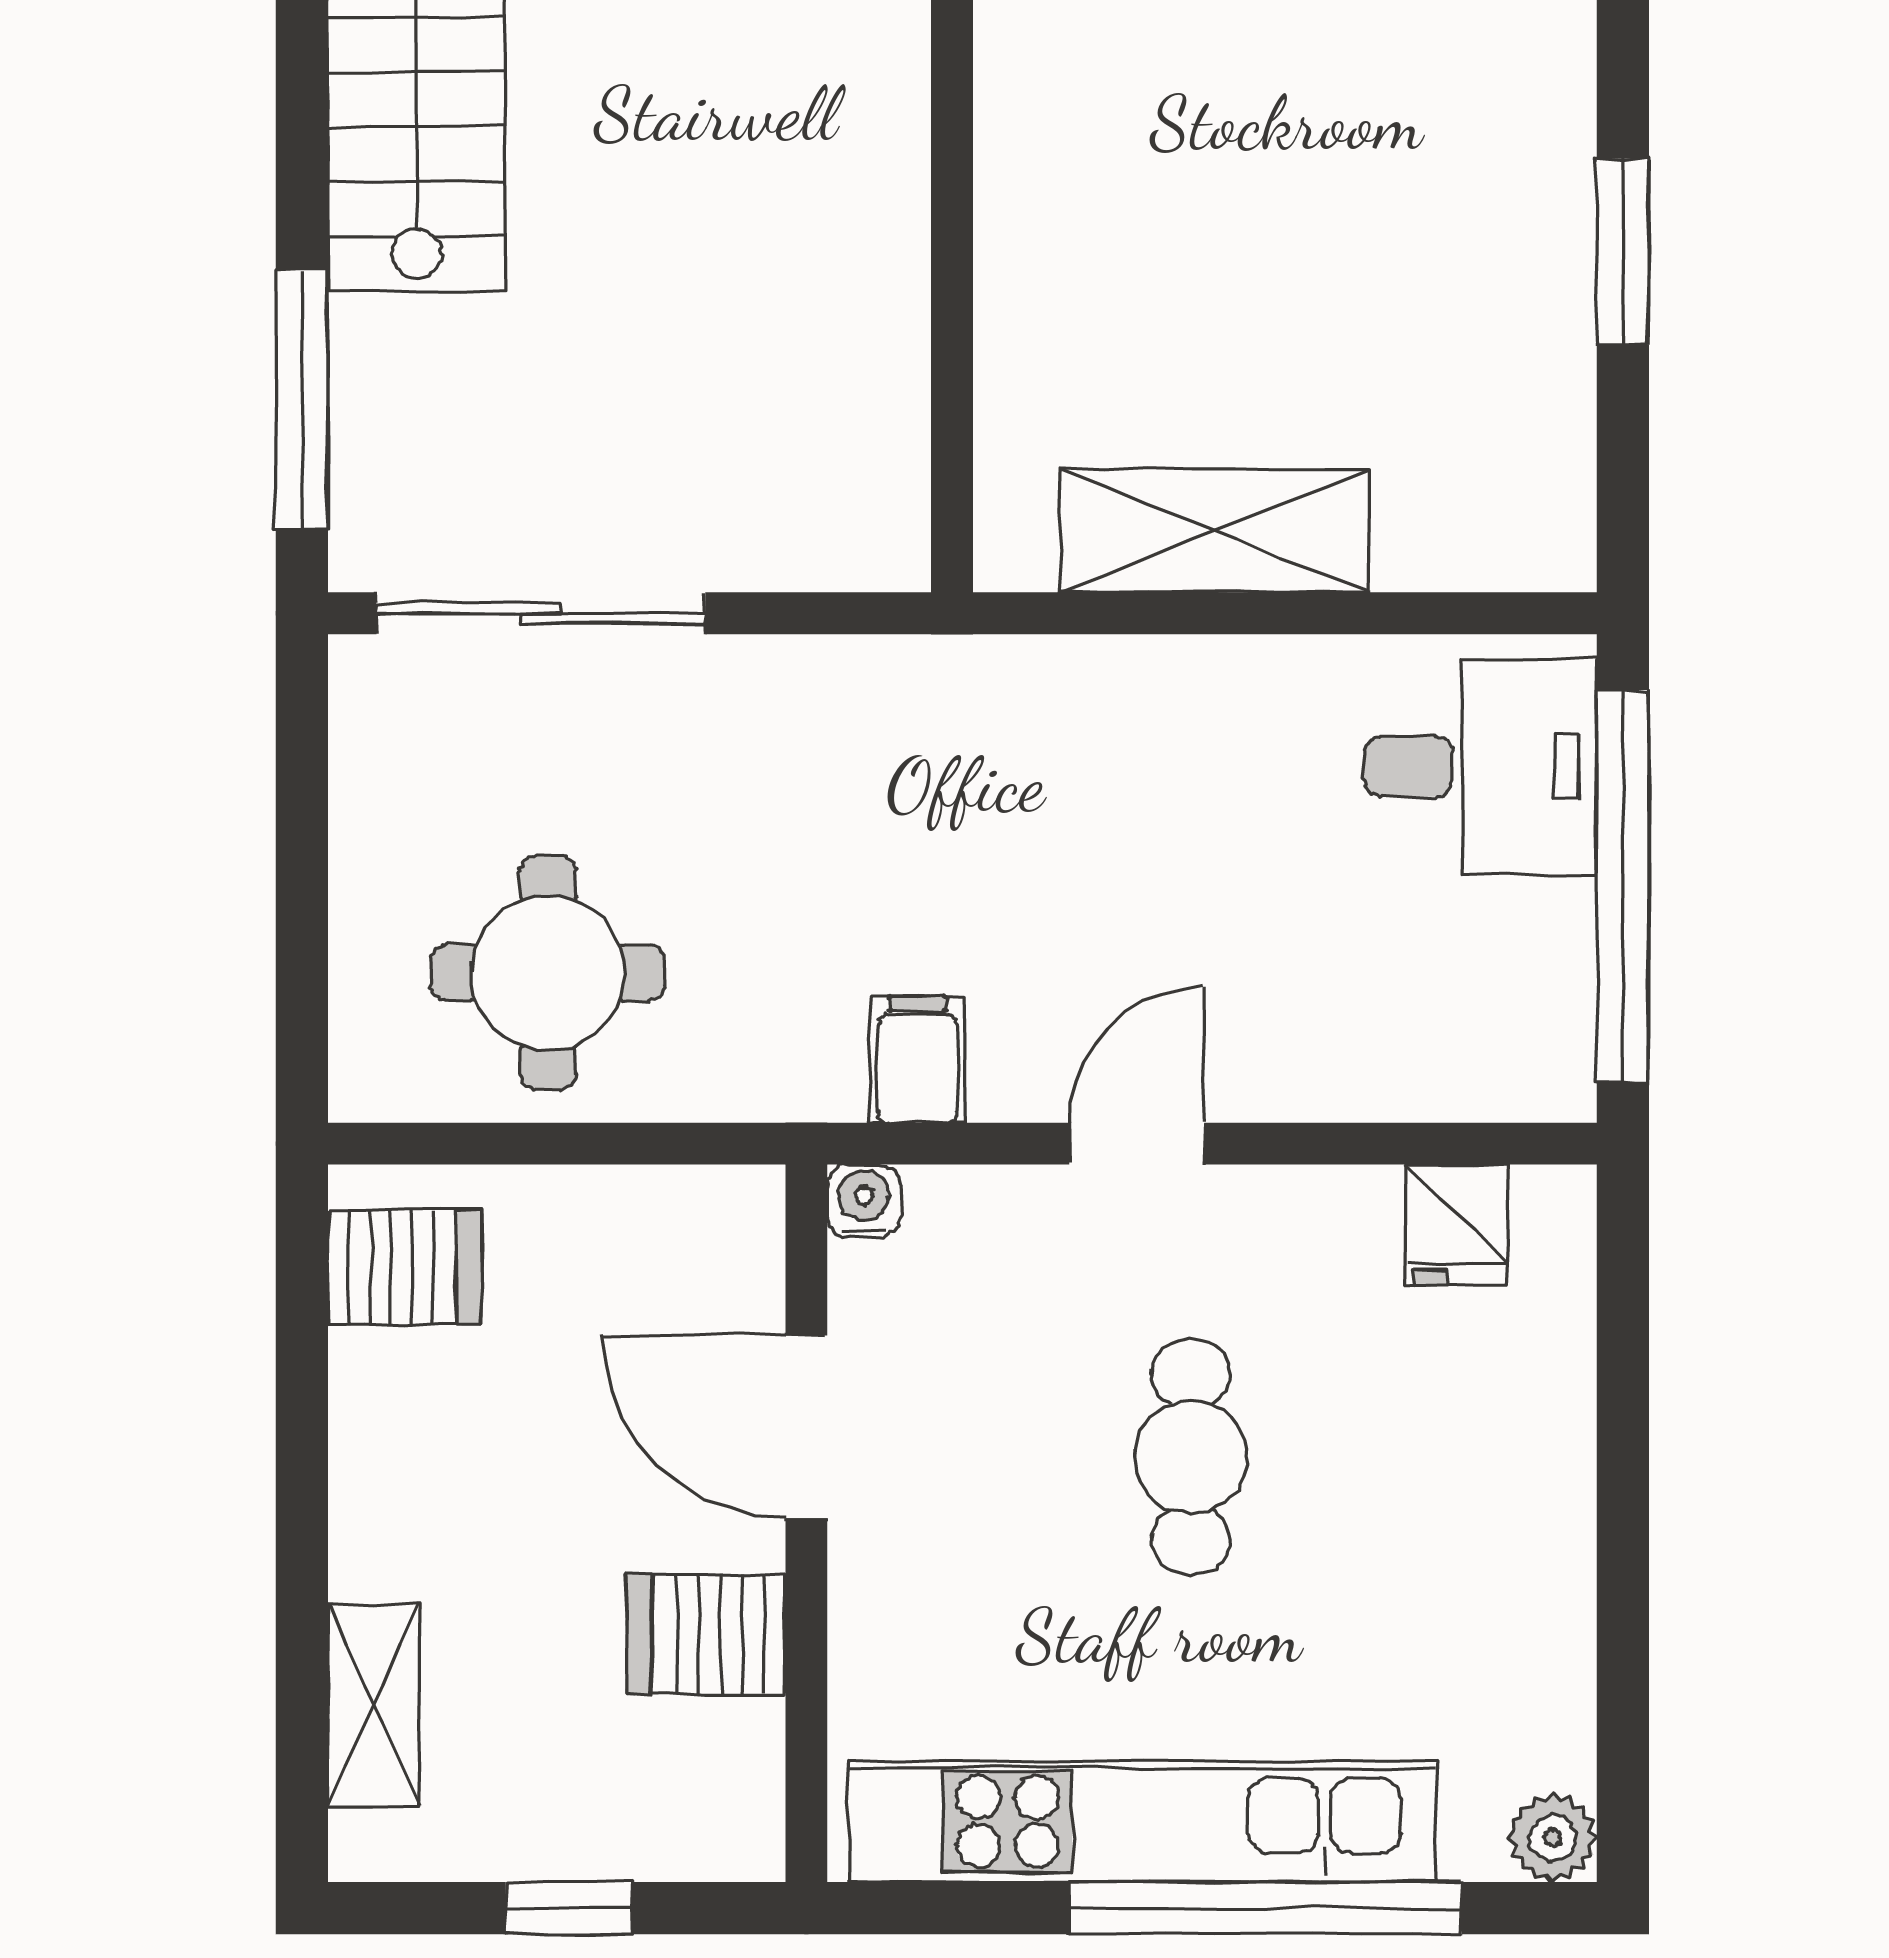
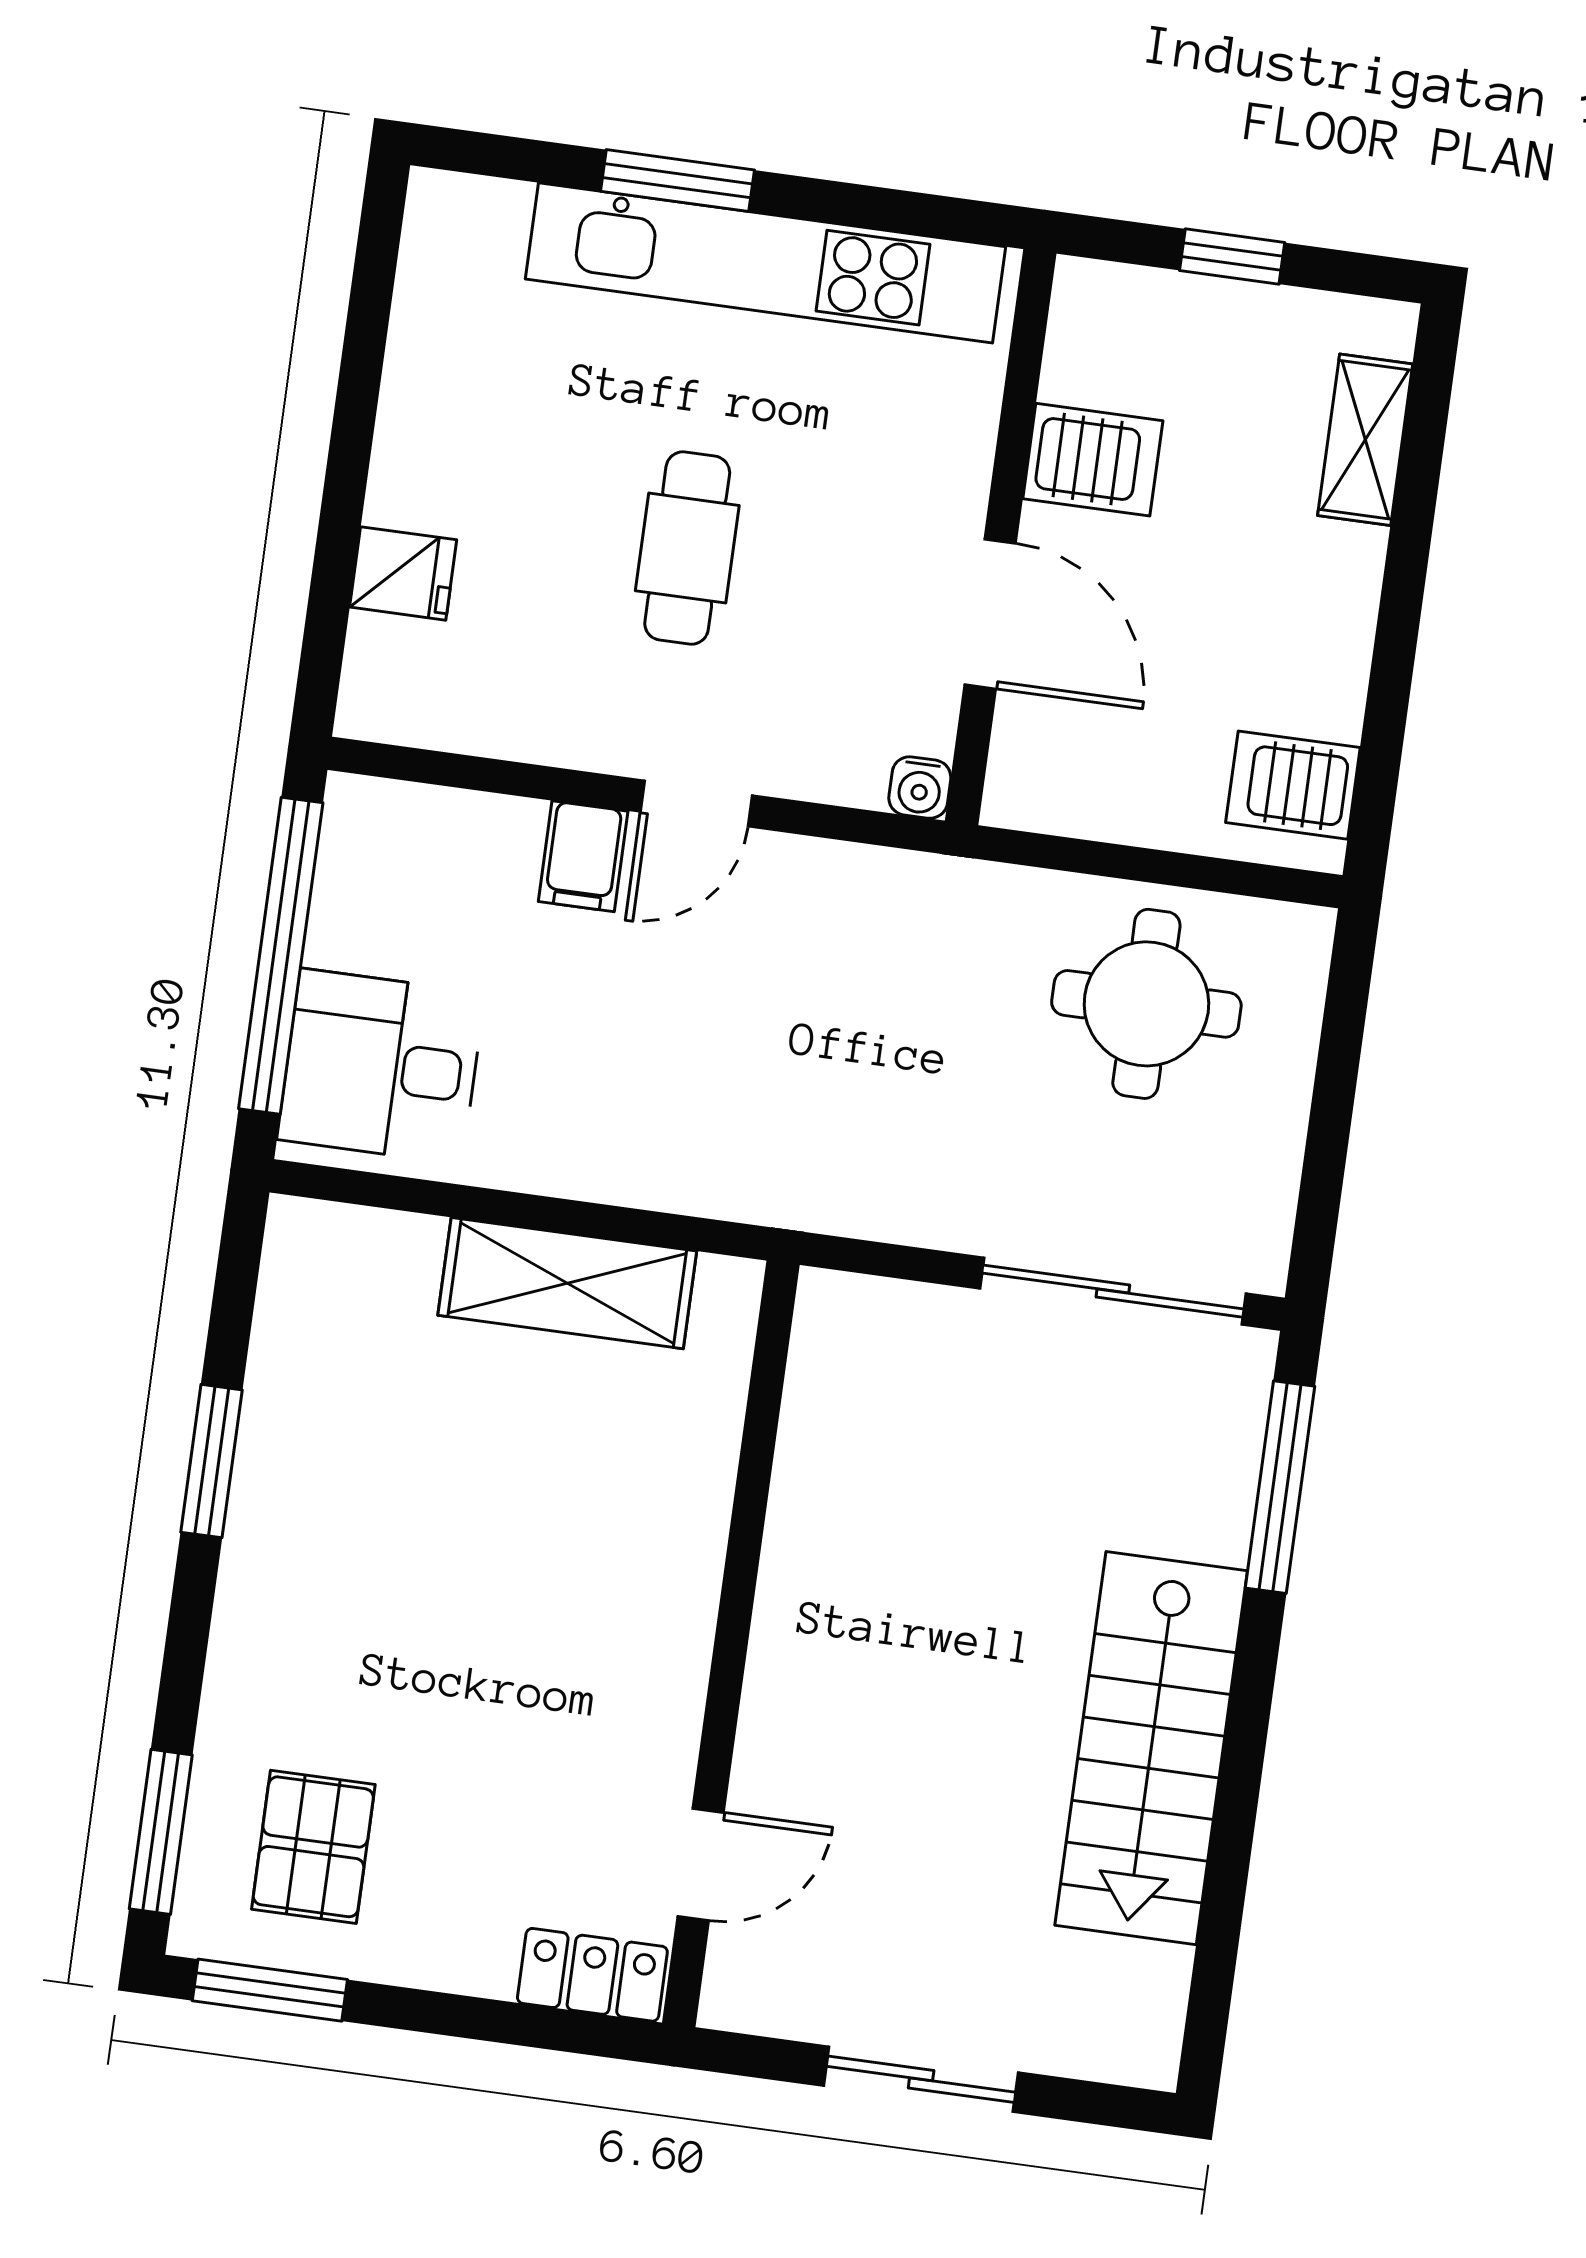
filing cabinet: (918, 1060) -> (583, 856), moved
fridge: (1457, 1225) -> (403, 573), moved, turned 90
plant: (1553, 1838) -> (441, 205), removed
window: (1265, 1908) -> (677, 181), width x0.47

